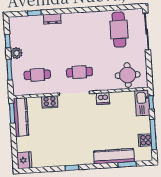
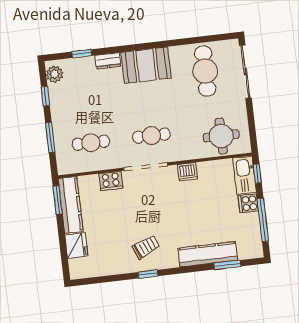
booth: (78, 23) -> (146, 65), added
plant: (16, 53) -> (55, 74), moved
cooker: (145, 140) -> (248, 203), moved
trolley: (71, 149) -> (146, 247), added
fridge: (24, 160) -> (76, 245), moved

